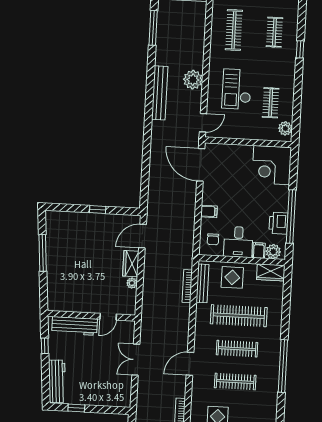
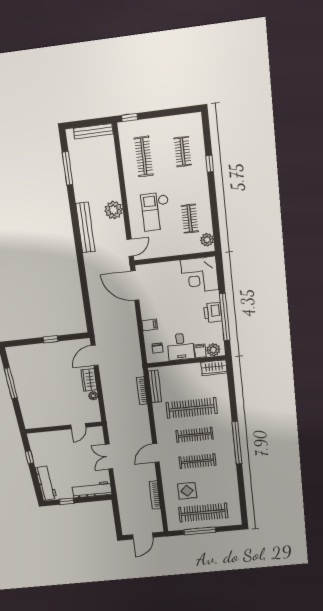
printer: (278, 223) -> (213, 312), moved
display table: (232, 277) -> (180, 377), removed
workbench: (75, 326) -> (92, 490), moved, turned 180

